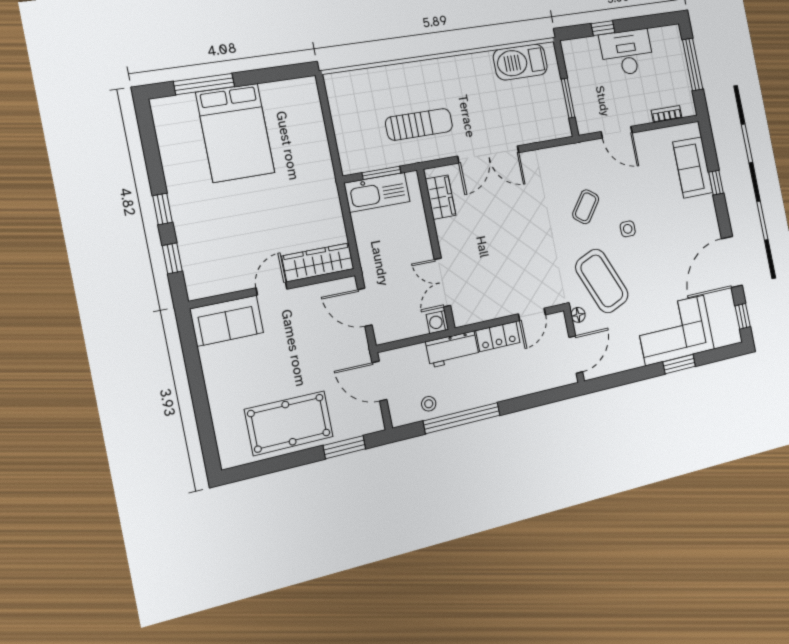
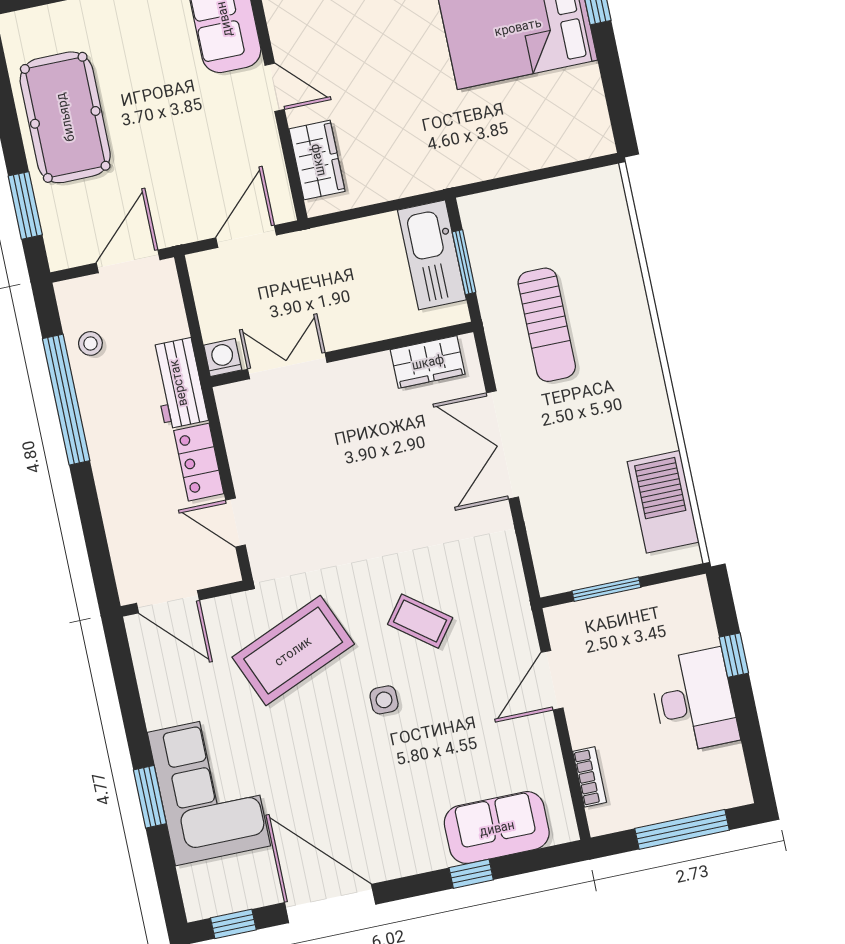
wardrobe: (318, 262) -> (317, 160), width x0.67
floor lamp: (578, 315) -> (235, 606), removed

